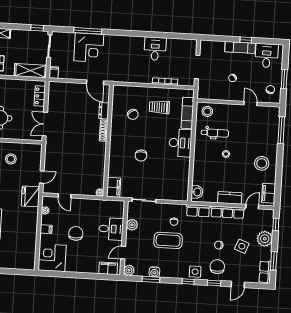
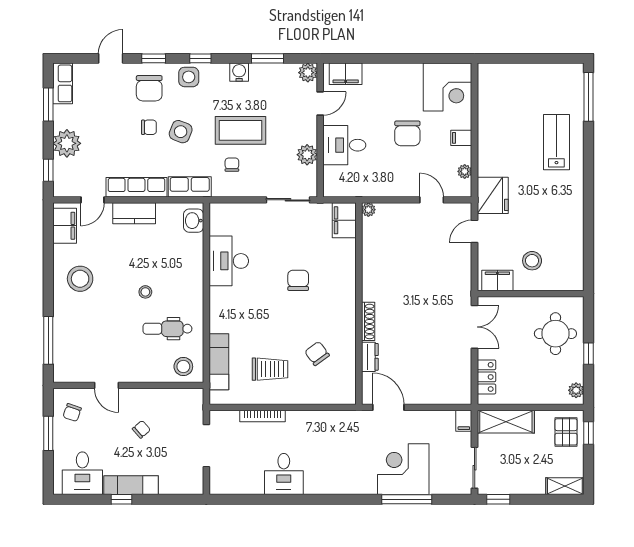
desk: (180, 143) -> (229, 261), moved
filing cabinet: (31, 149) -> (497, 280), added
side table: (242, 246) -> (181, 132), moved
water cooler: (154, 272) -> (239, 72), moved

